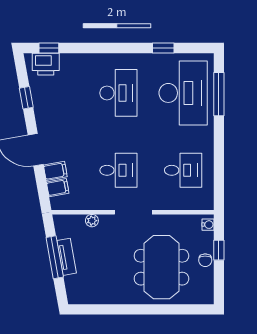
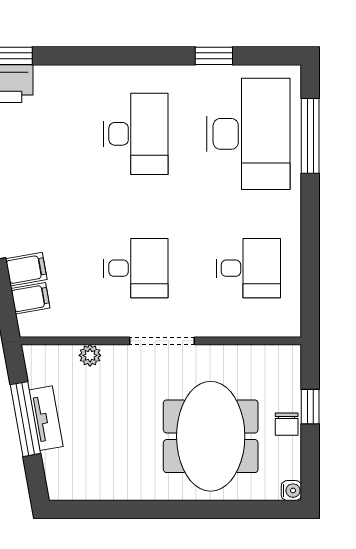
water cooler: (208, 225) -> (291, 491), moved

